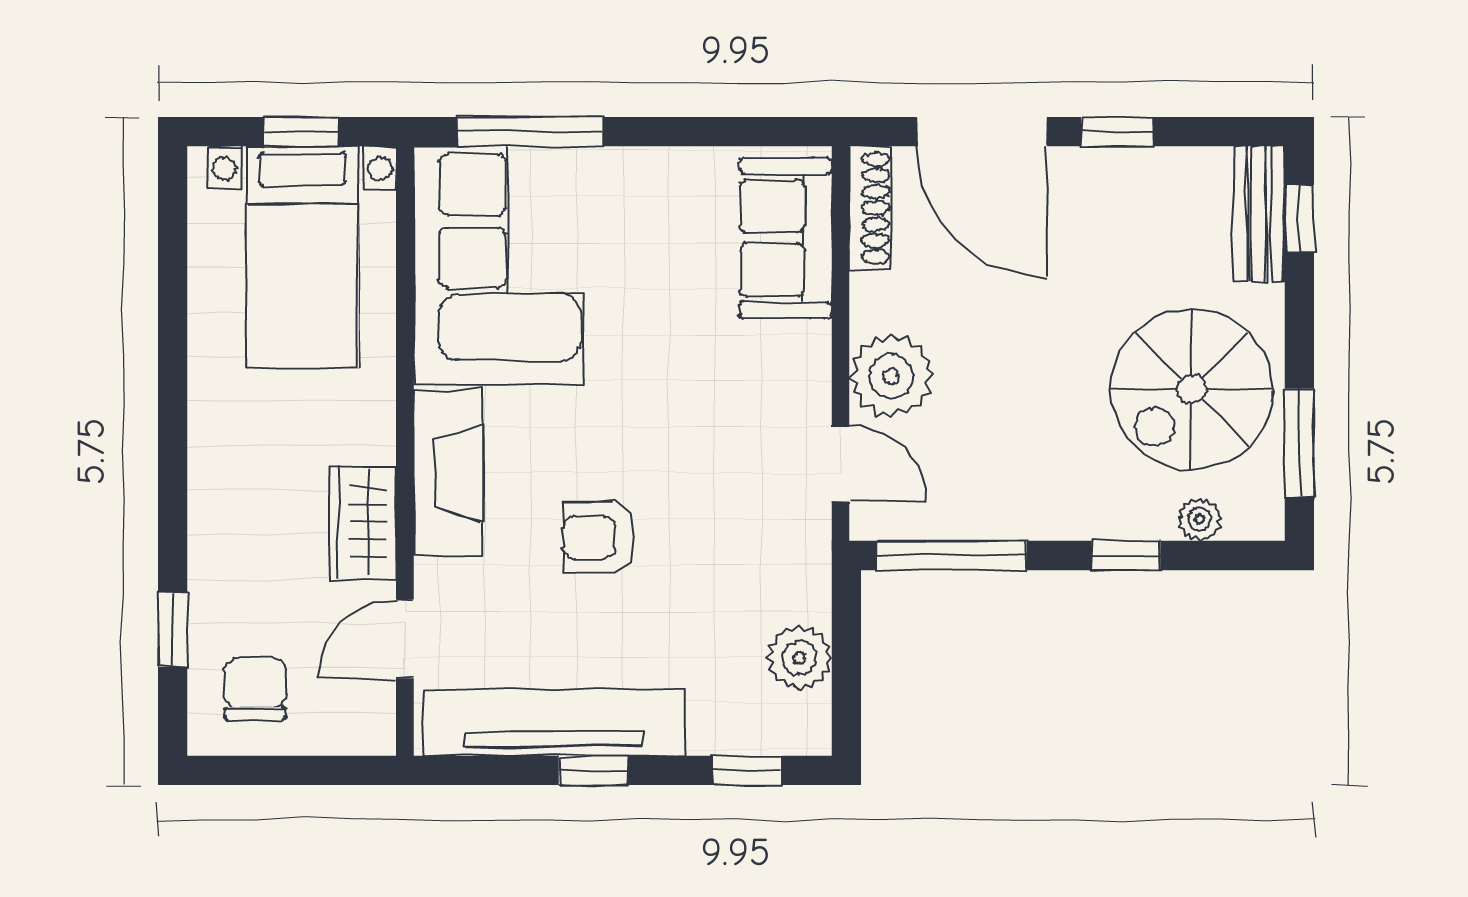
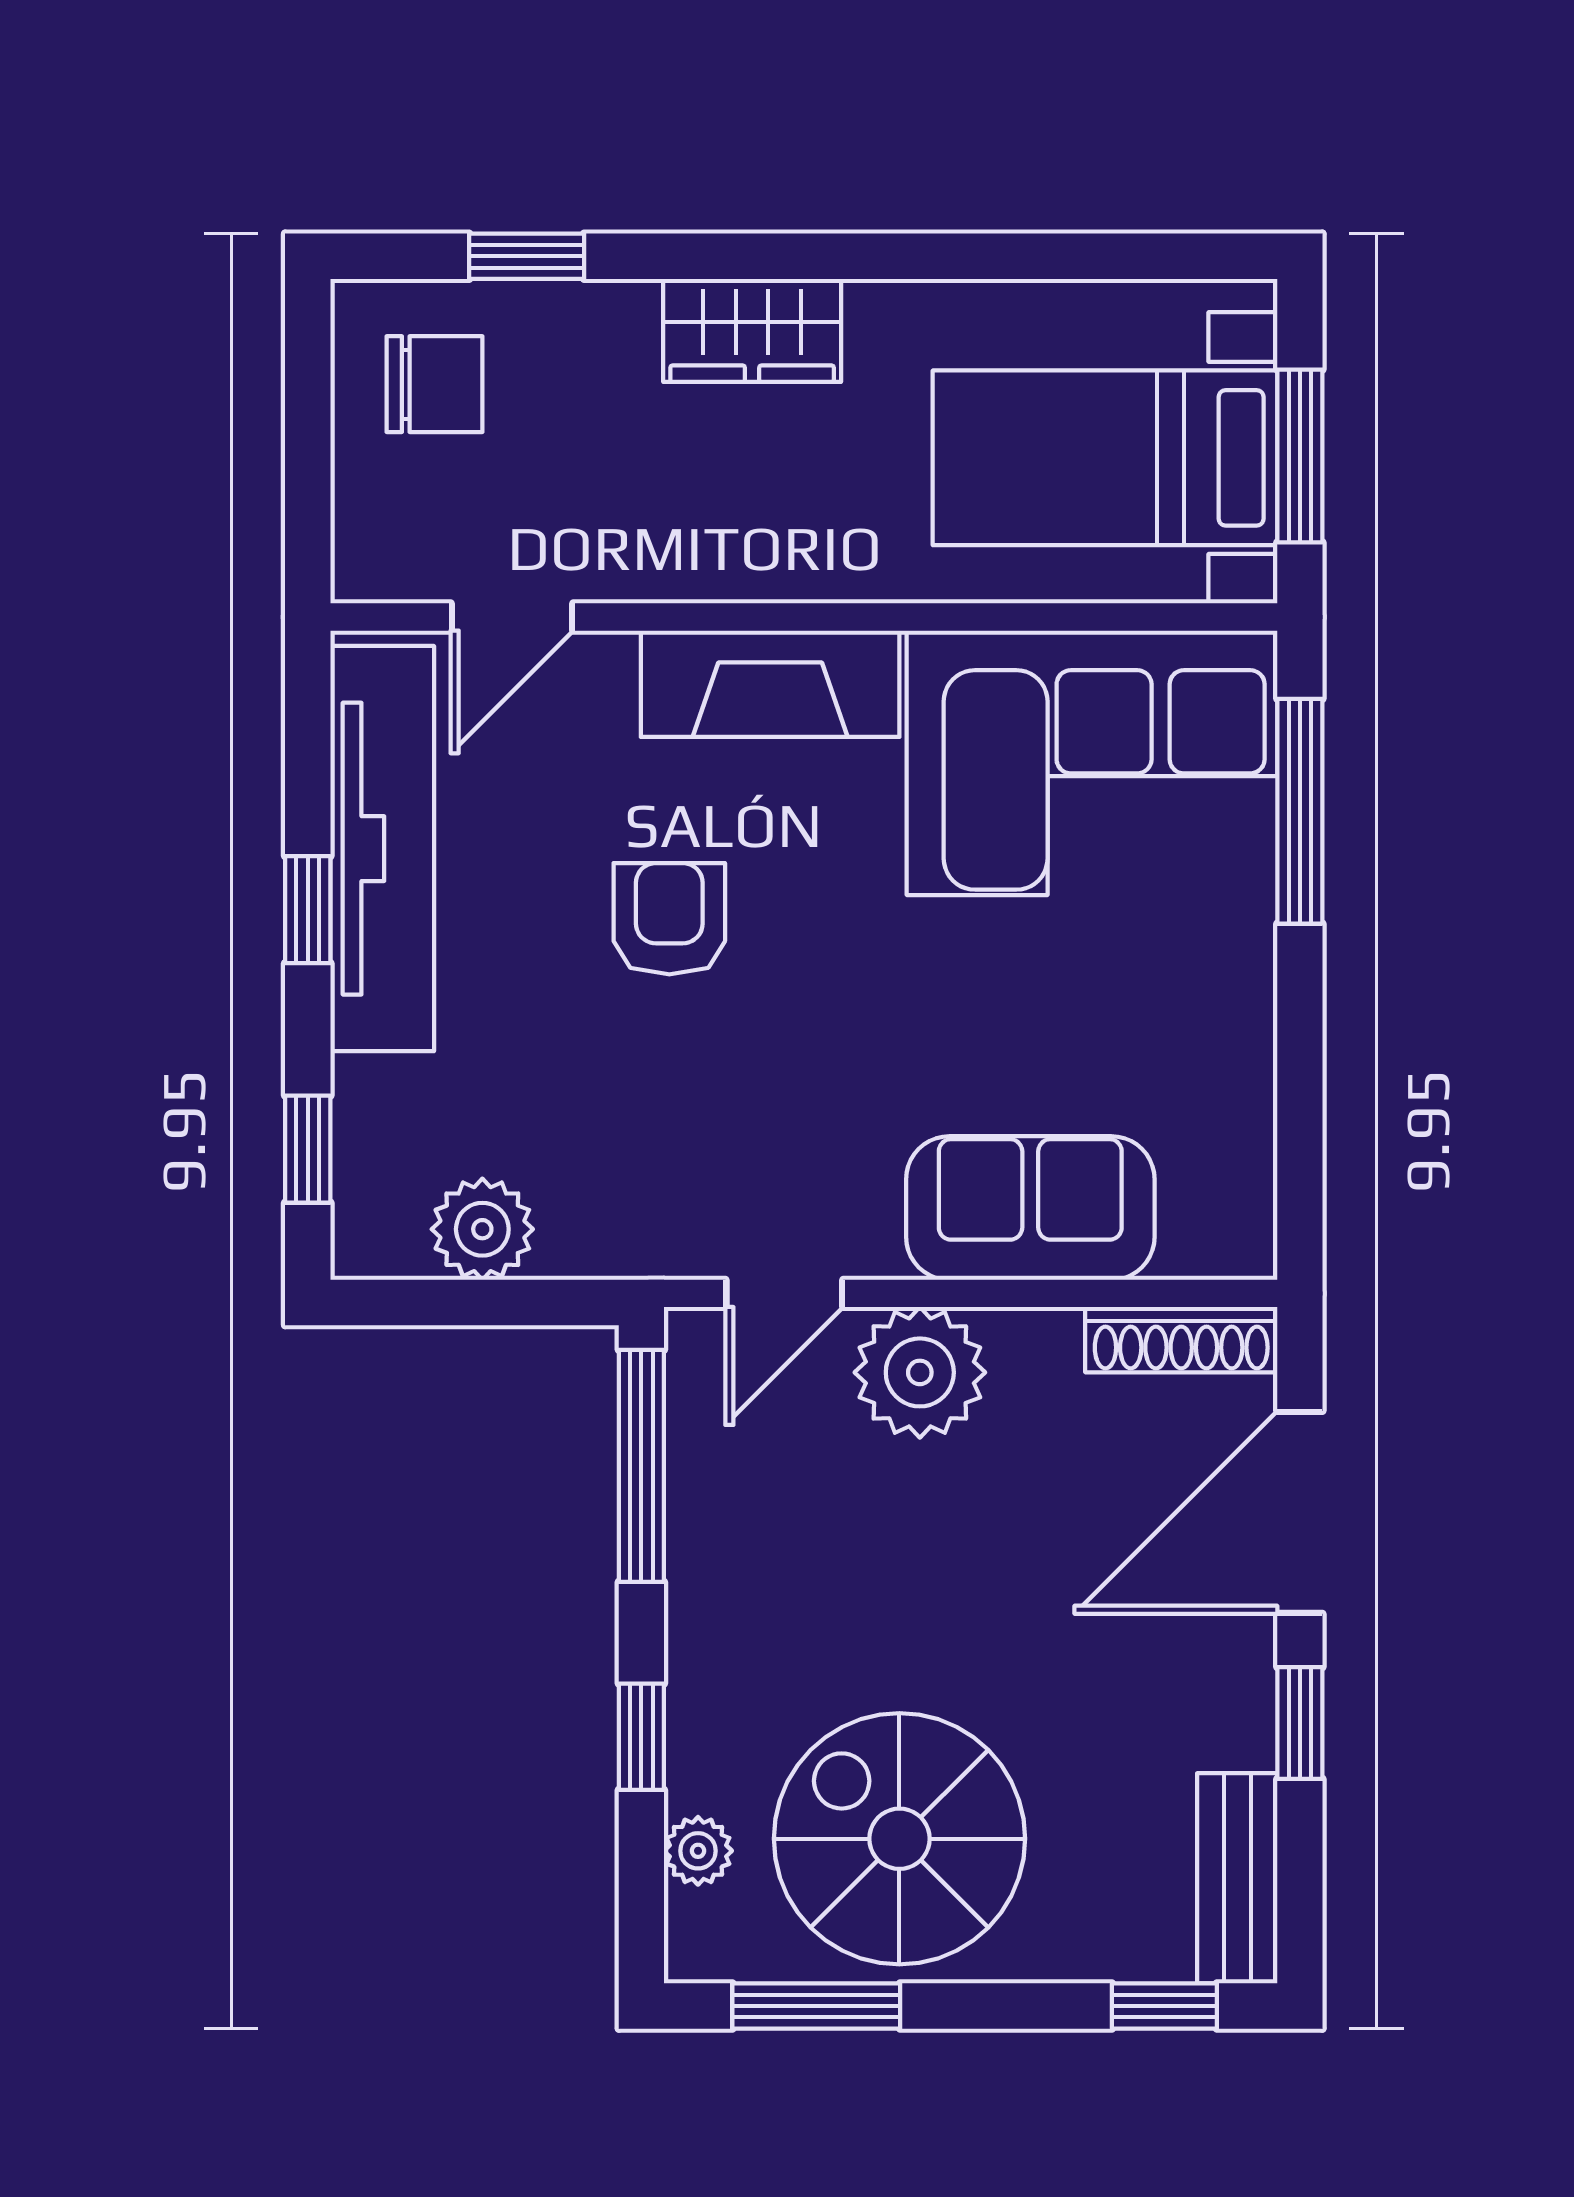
window: (301, 132) -> (1300, 456), width x1.50
bench: (1259, 214) -> (1237, 1878), moved, turned 90
sofa: (786, 238) -> (1030, 1208), moved
wardrobe: (363, 523) -> (752, 330), moved, turned 180
door: (405, 639) -> (512, 617), swing flipped

